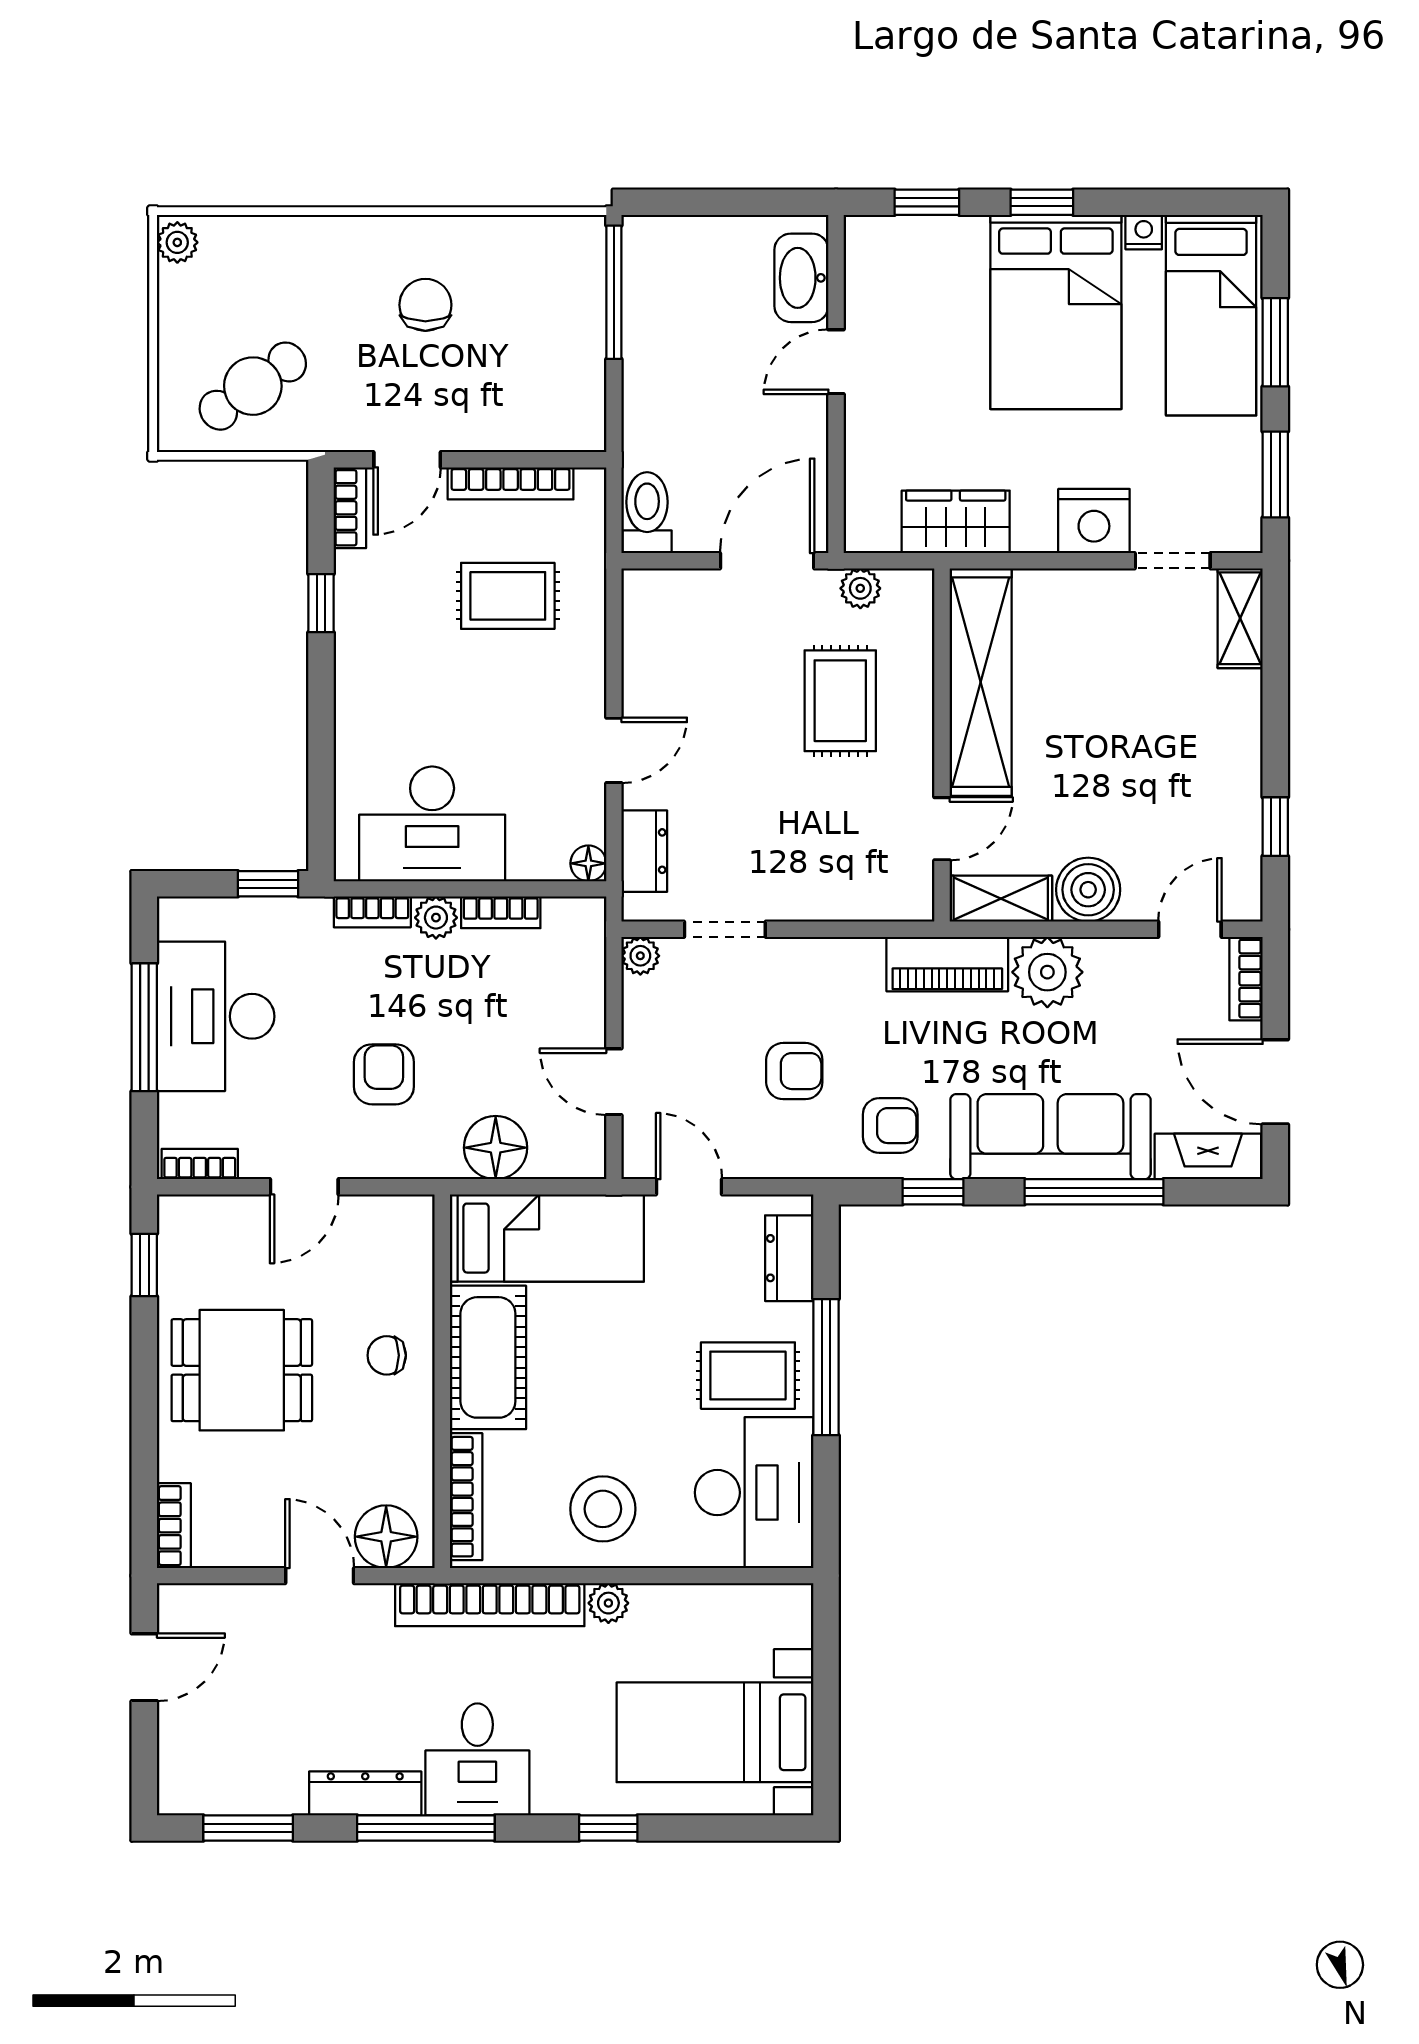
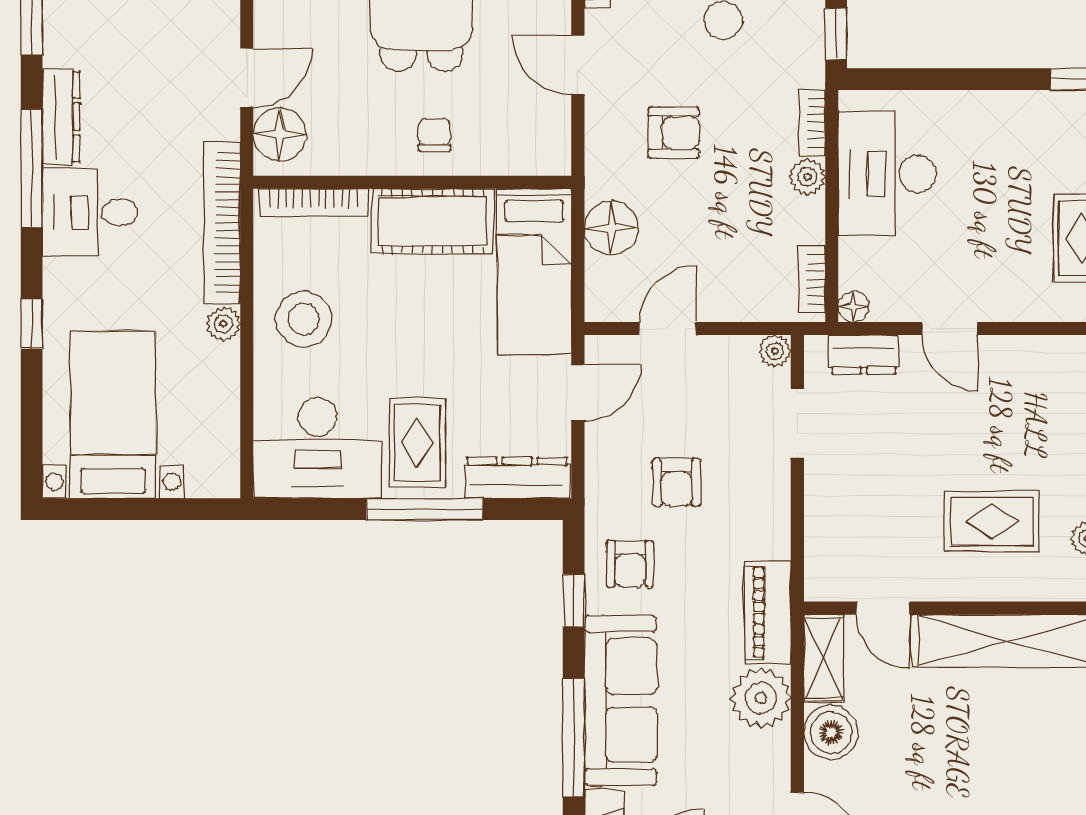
bookcase: (501, 912) -> (812, 280), moved
dresser: (789, 1258) -> (517, 478), width x1.44

